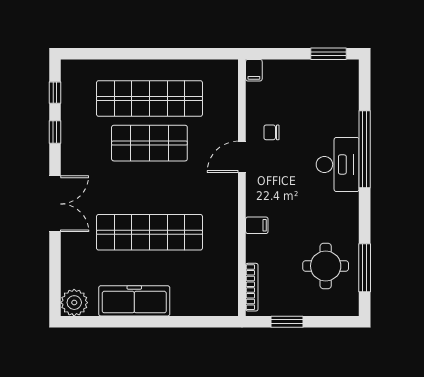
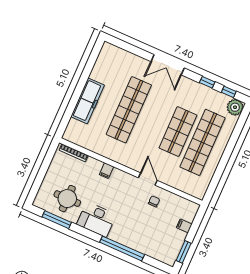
filing cabinet: (254, 70) -> (184, 226), moved
desk: (338, 164) -> (96, 219), moved
freezer: (134, 301) -> (88, 101), moved
plant: (74, 303) -> (235, 107), moved
window: (287, 322) -> (46, 164), removed

